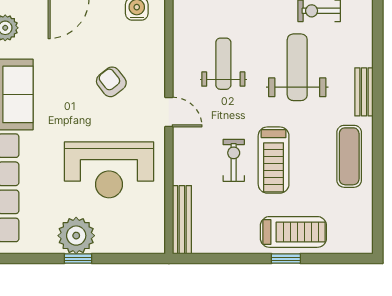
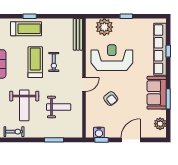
weight bench: (223, 64) -> (59, 107), turned -90
door: (169, 112) -> (84, 85), swing flipped
treadmill: (293, 232) -> (26, 29), turned 180
plant: (76, 236) -> (104, 27), moved

